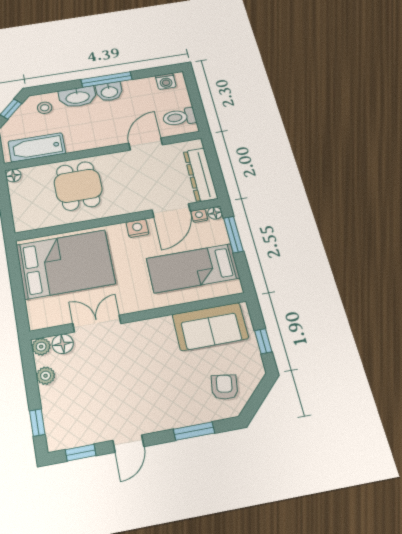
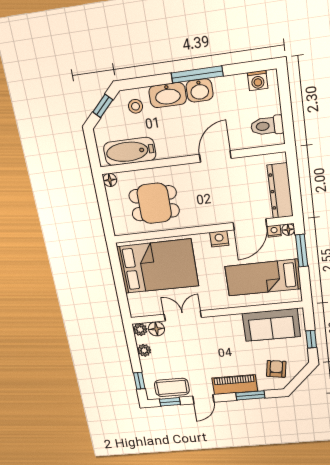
door: (146, 144) -> (215, 156), moved
dining table: (78, 186) -> (154, 203), moved, turned 90
piano: (171, 416) -> (235, 385), added
coffee table: (83, 429) -> (172, 387), added

